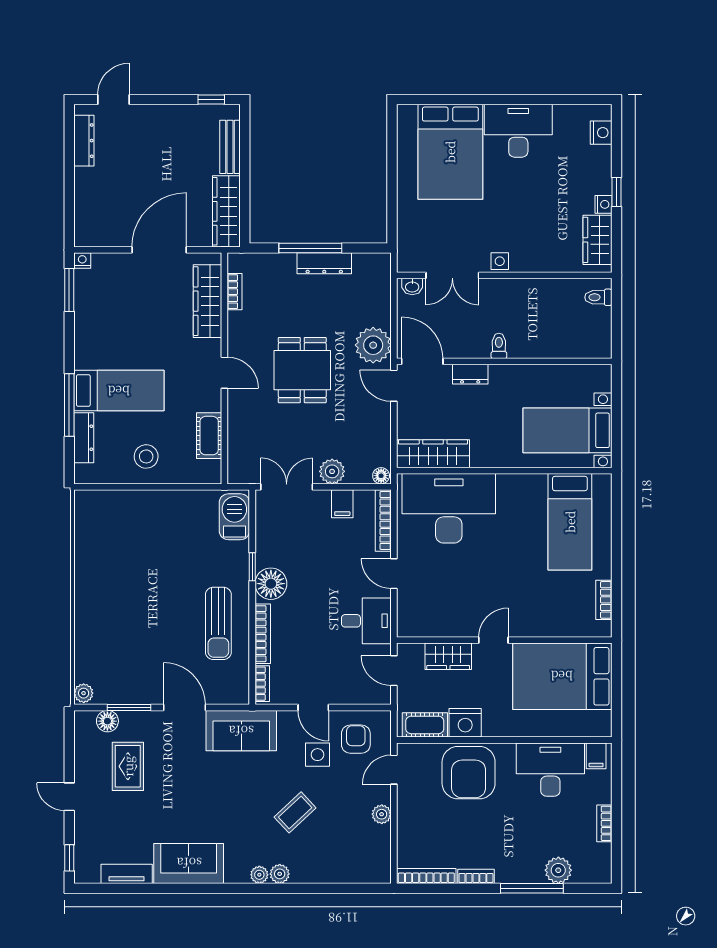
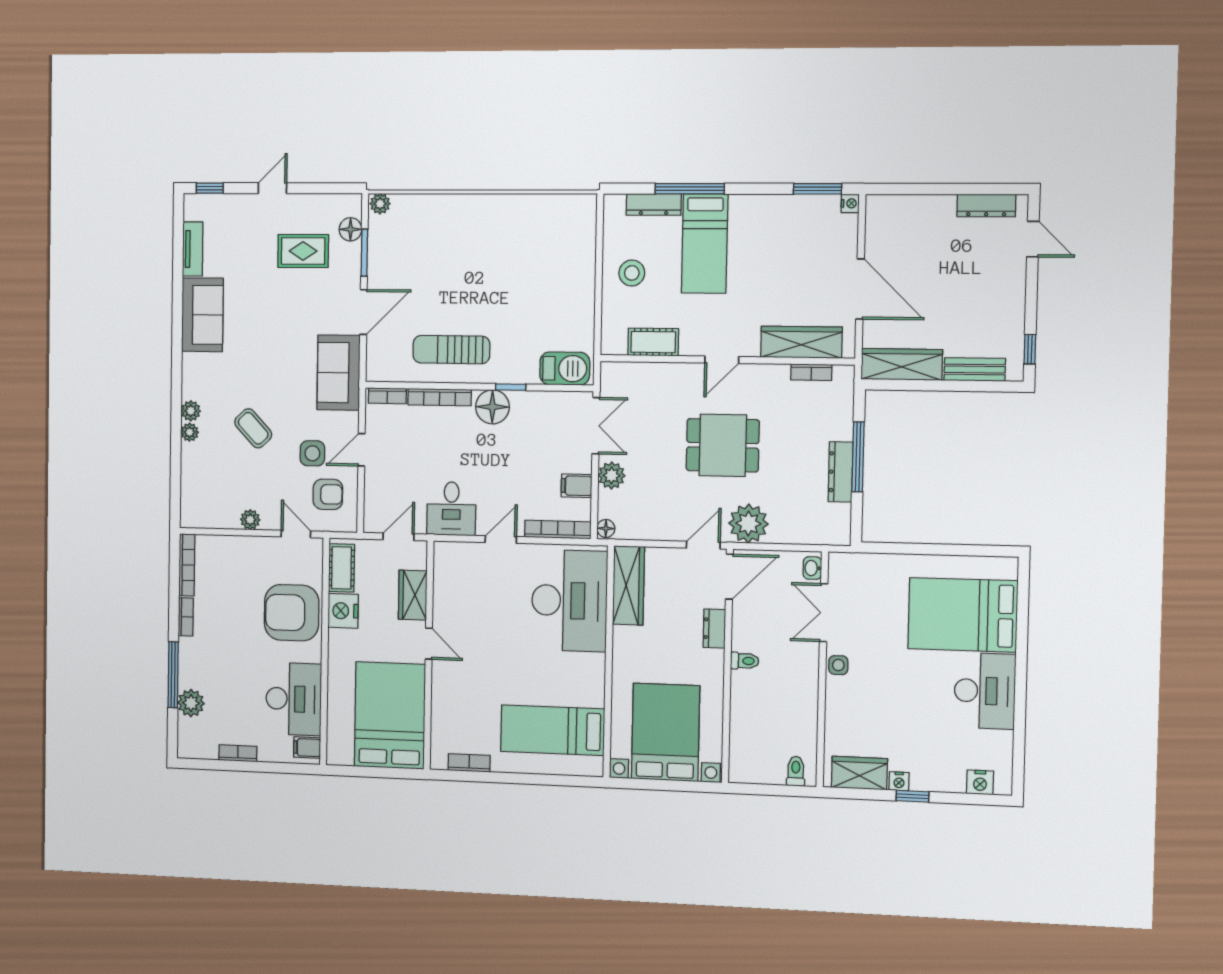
bed with nightstands: (567, 430) -> (666, 732), width x1.36
plant: (259, 875) -> (190, 432), moved

